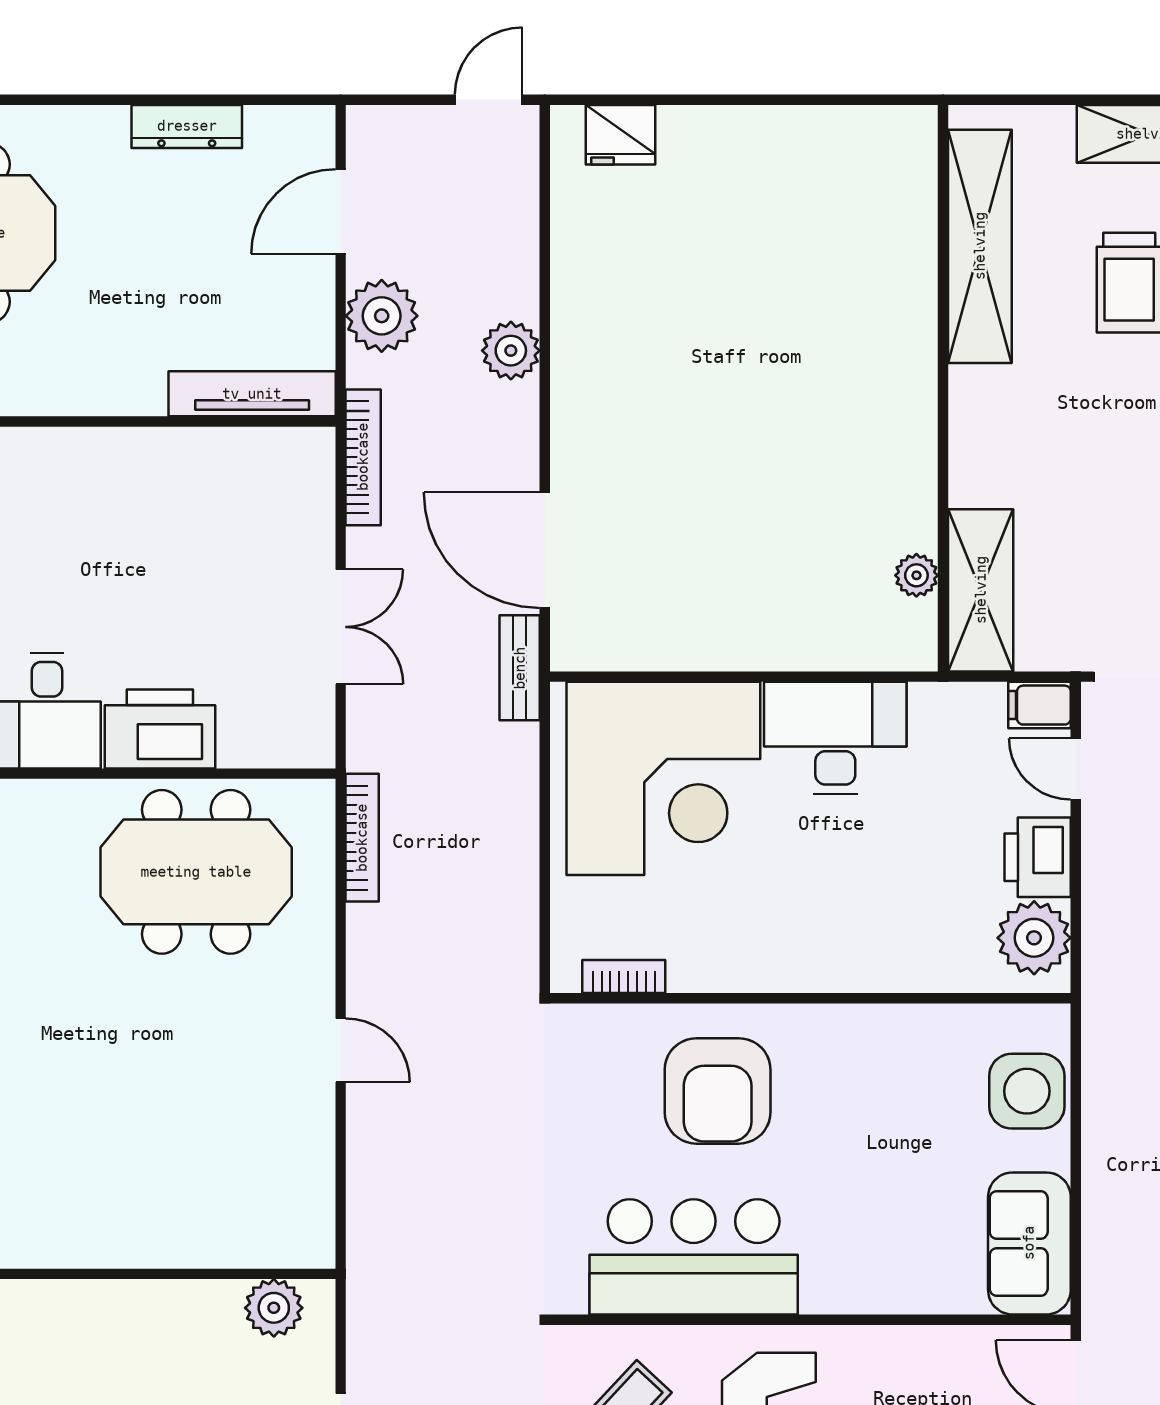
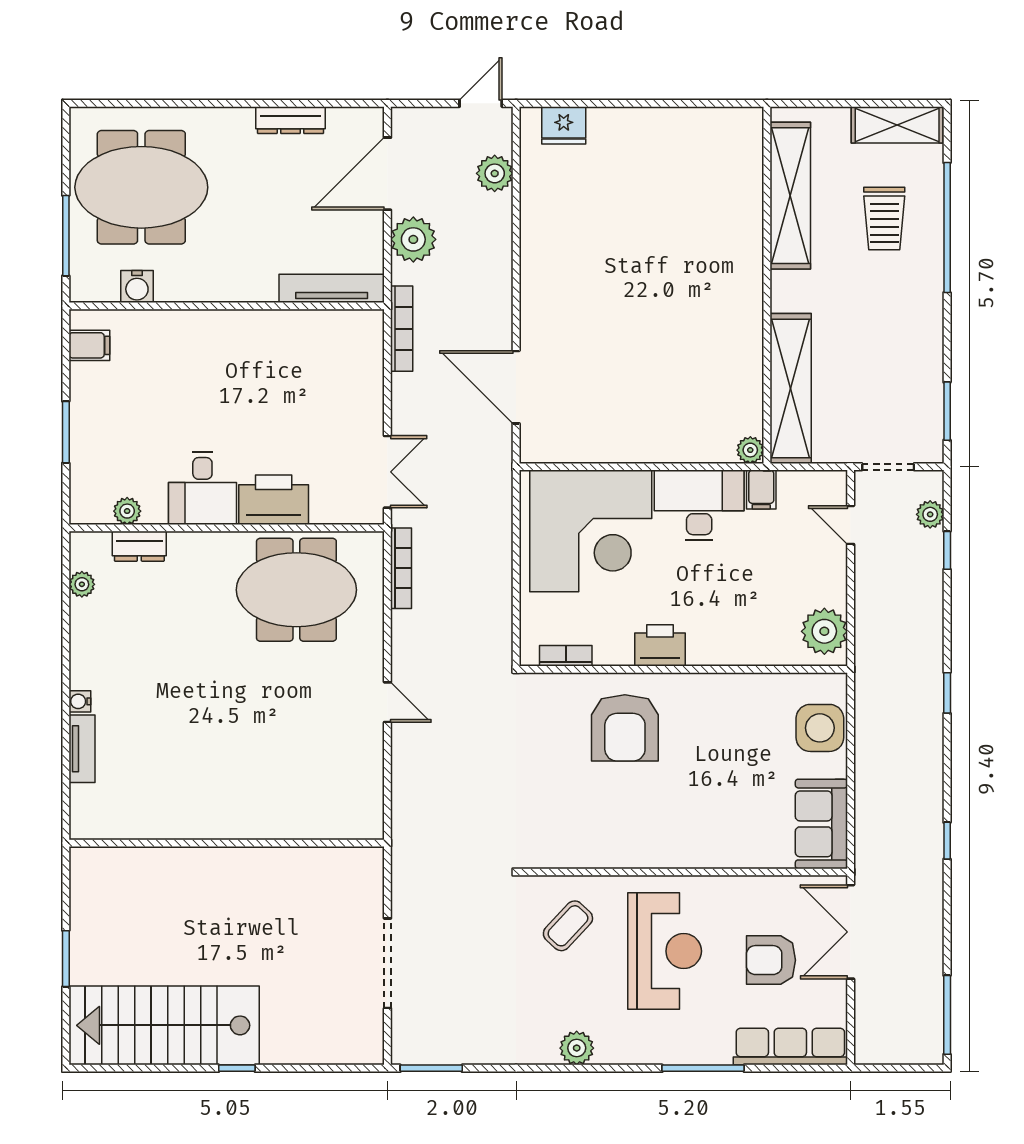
door: (341, 212) -> (387, 174), width x1.36
plant: (511, 351) -> (495, 173), moved
plant: (916, 575) -> (750, 450), moved
shelving: (981, 590) -> (791, 389), width x1.47
double door: (341, 627) -> (387, 472), moved
bench: (520, 668) -> (500, 461), removed
filing cabinet: (1040, 705) -> (761, 490), moved, turned -90
printer: (1038, 857) -> (660, 645), moved, turned 90
bar counter: (694, 1257) -> (610, 832), removed
plant: (274, 1308) -> (345, 864), removed

